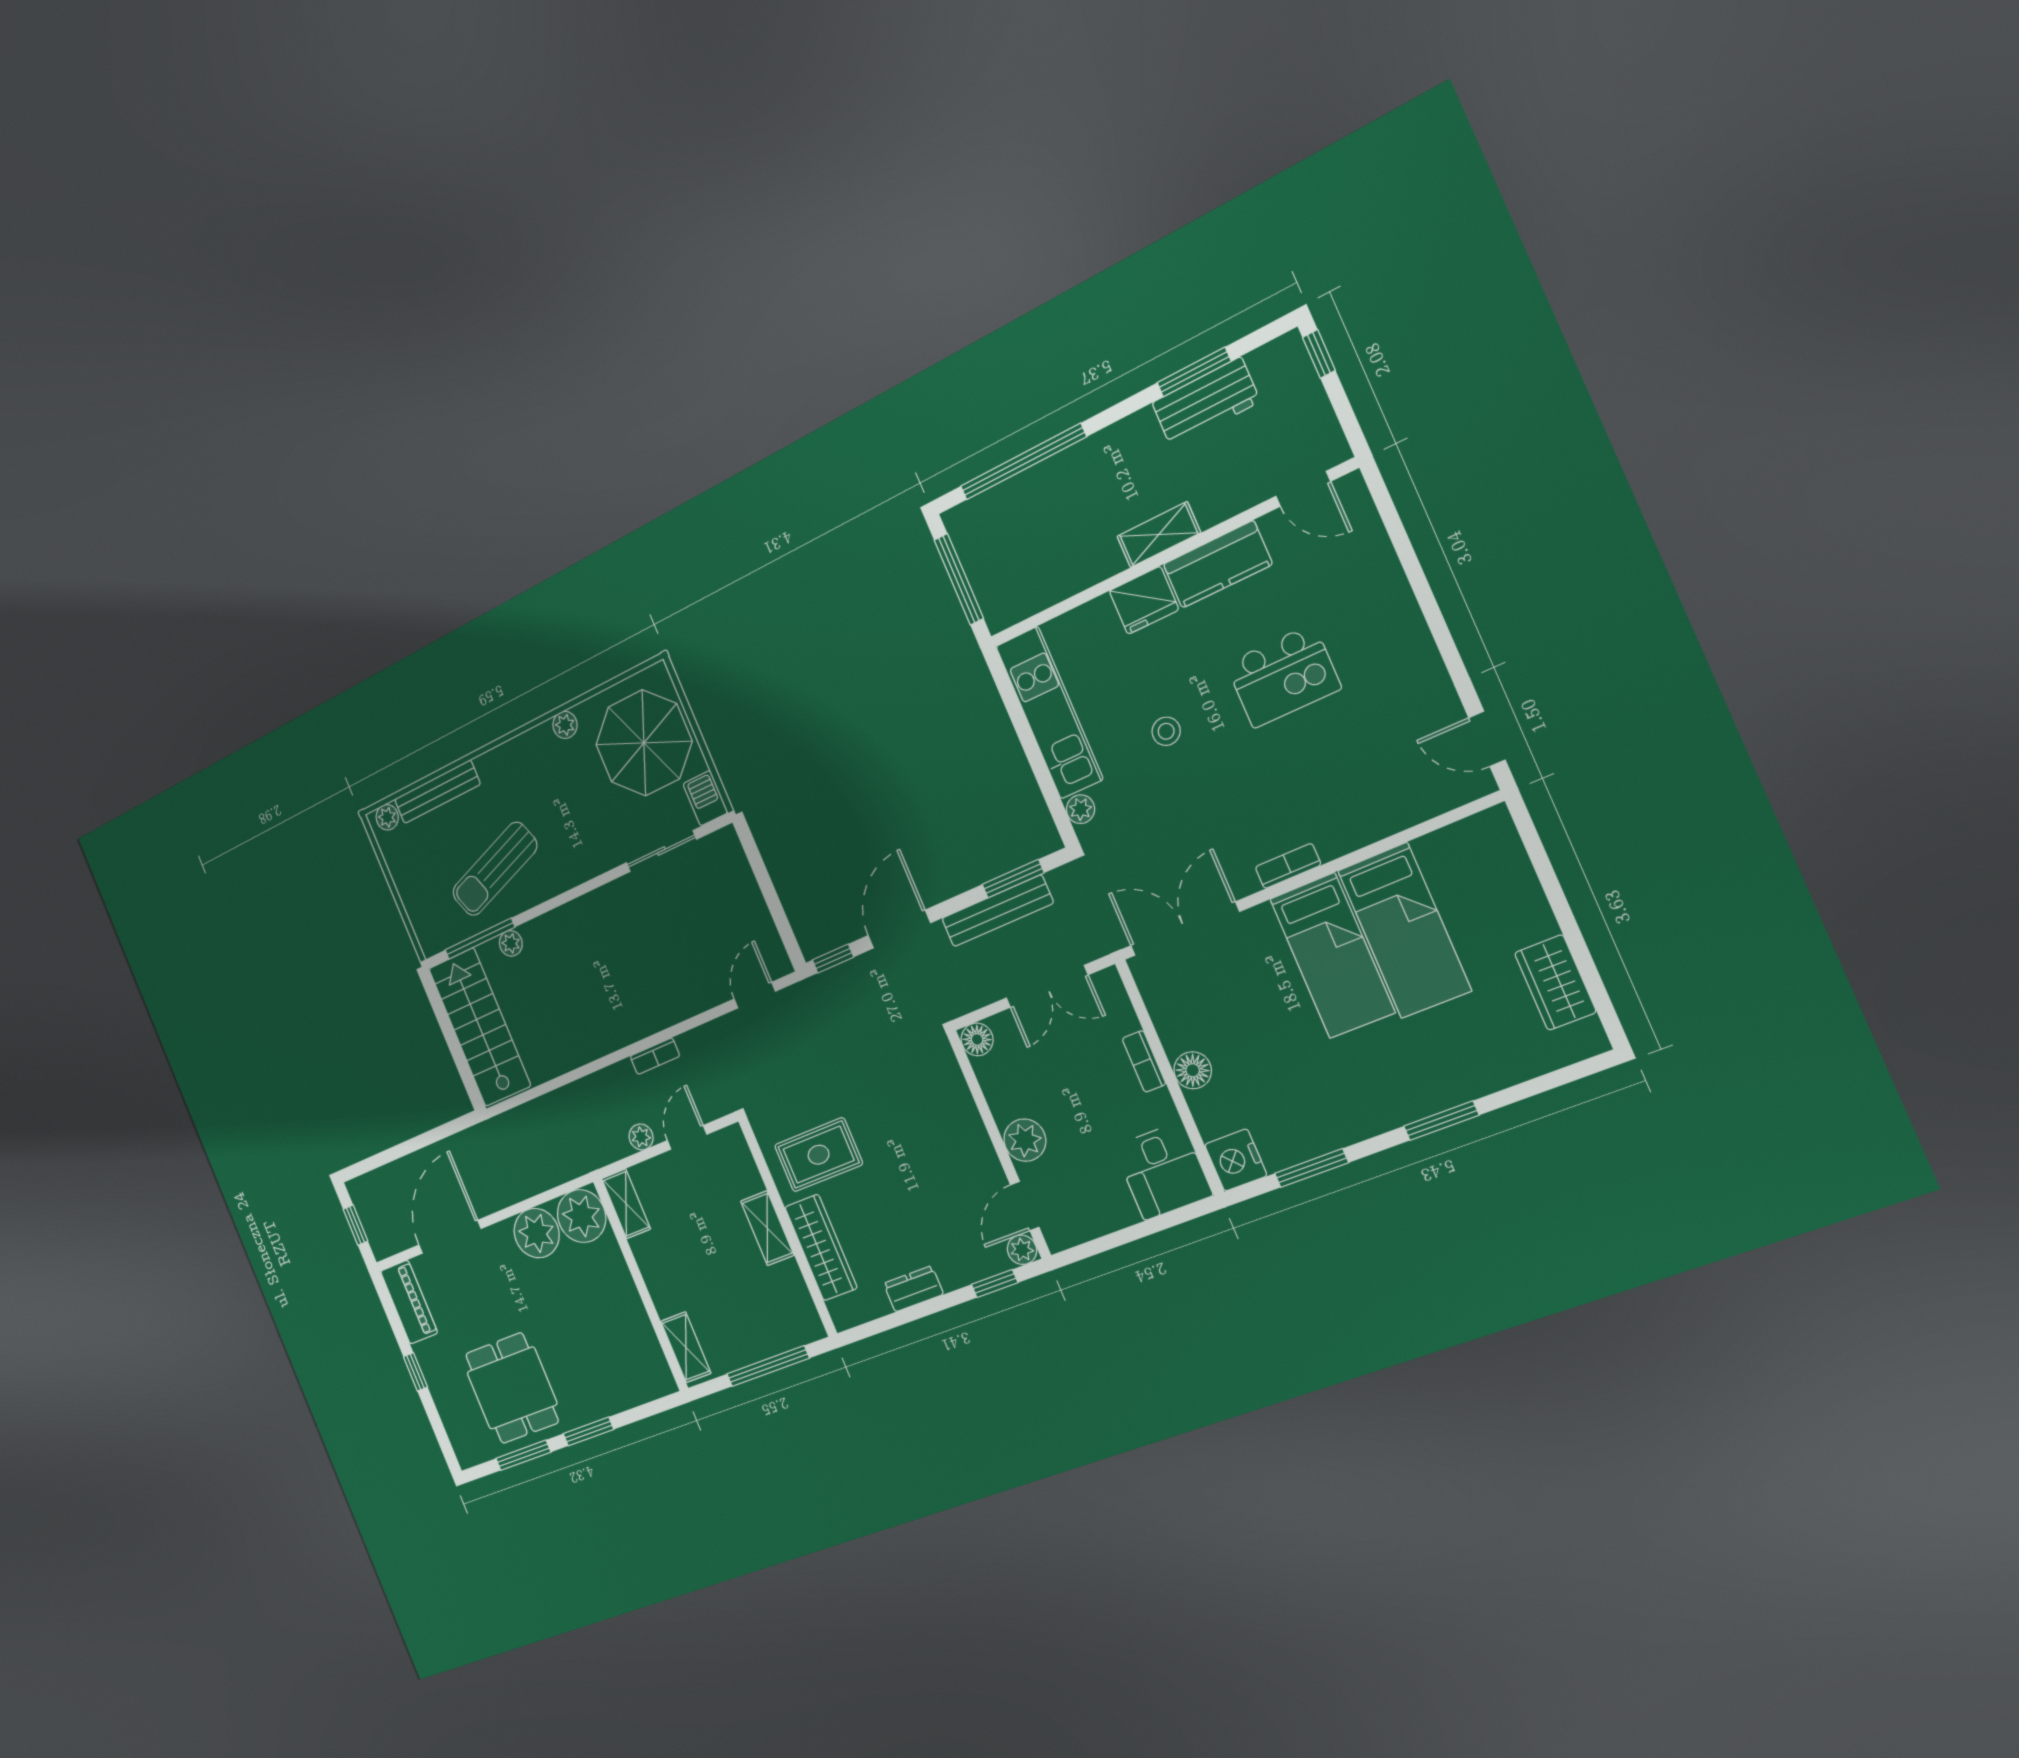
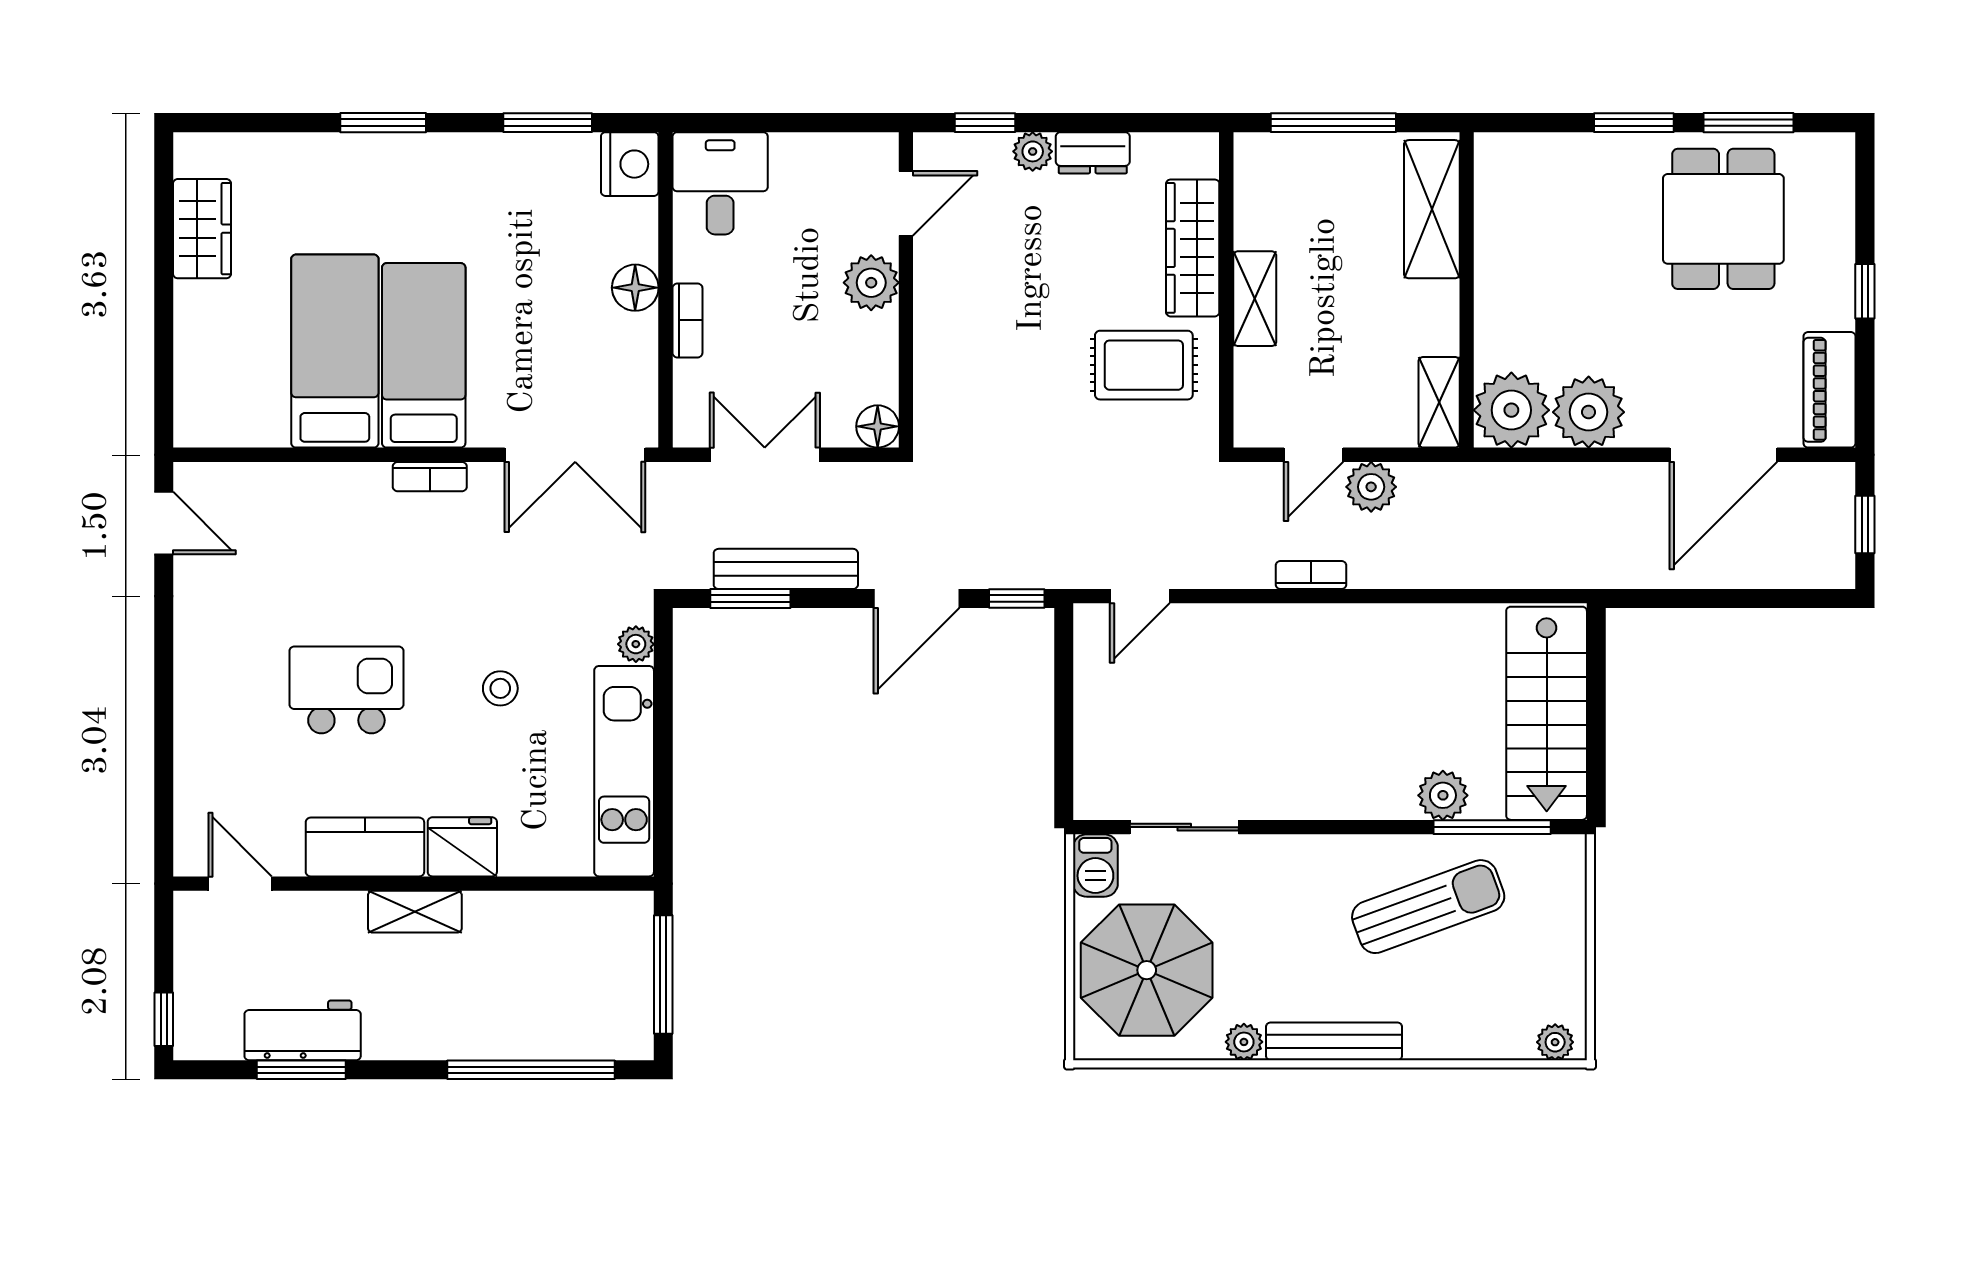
bench: (437, 792) -> (1334, 1041), moved
plant: (511, 943) -> (1443, 795), width x1.38, depth x1.38
plant: (641, 1137) -> (1371, 487), width x1.38, depth x1.38
plant: (1022, 1250) -> (1033, 151), moved
shelving: (686, 1347) -> (1432, 209), width x1.50, depth x1.33

